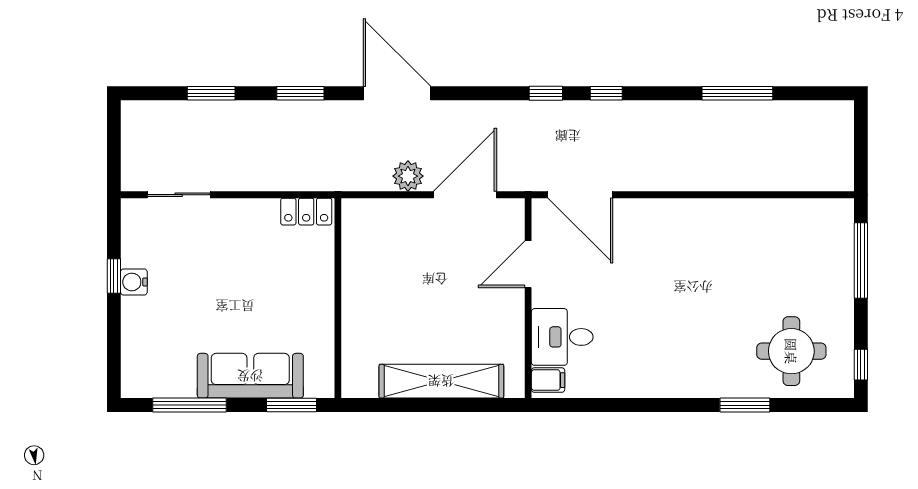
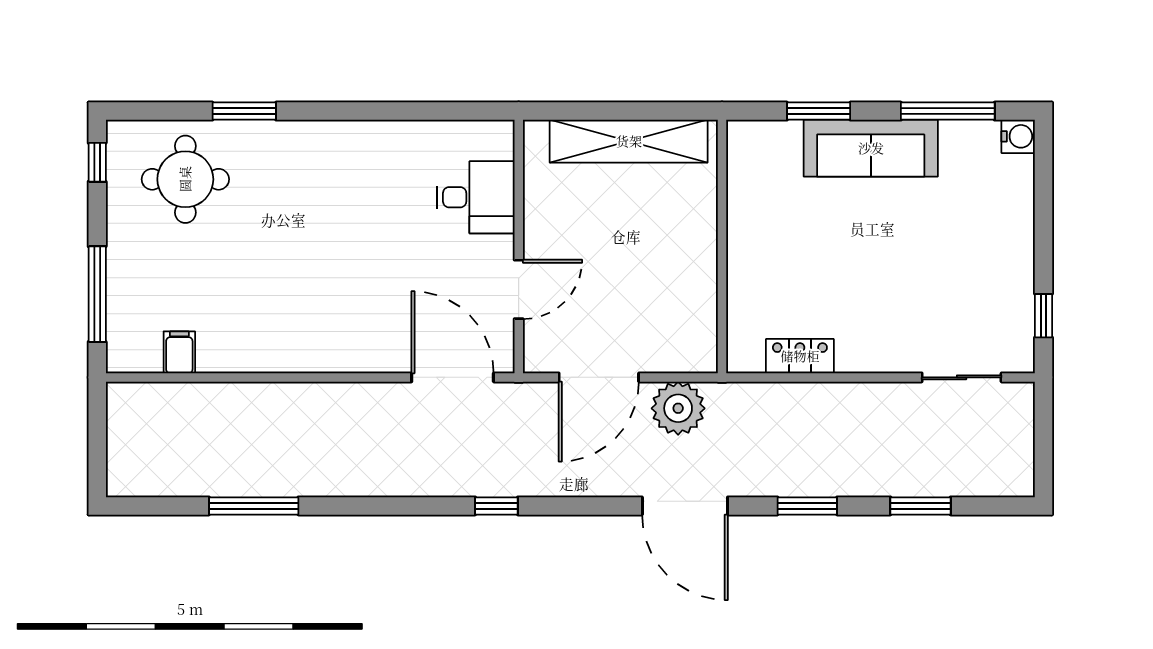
window: (606, 93) -> (420, 506), removed
plant: (408, 176) -> (678, 408), width x1.36, depth x1.36
window: (114, 276) -> (1044, 316), moved
water cooler: (134, 282) -> (1018, 136), moved
wall: (338, 298) -> (722, 246), moved
filing cabinet: (548, 380) -> (179, 352), moved, turned 90

